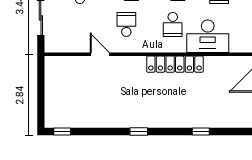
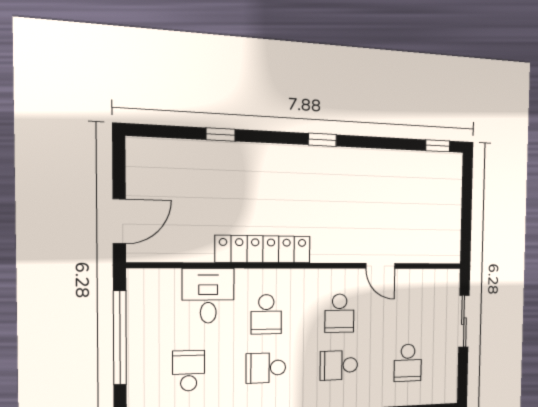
school desk: (173, 24) -> (266, 314), turned 180
desk: (208, 36) -> (208, 296), width x0.73

